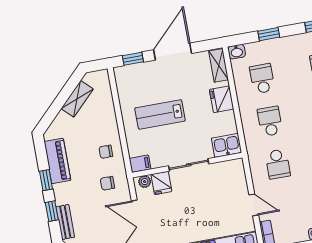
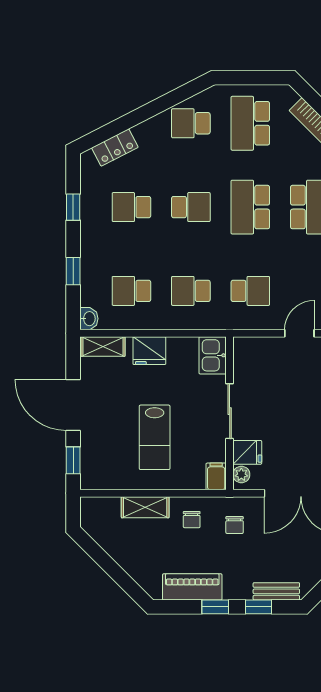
shelving: (77, 99) -> (145, 507), moved, turned -45

